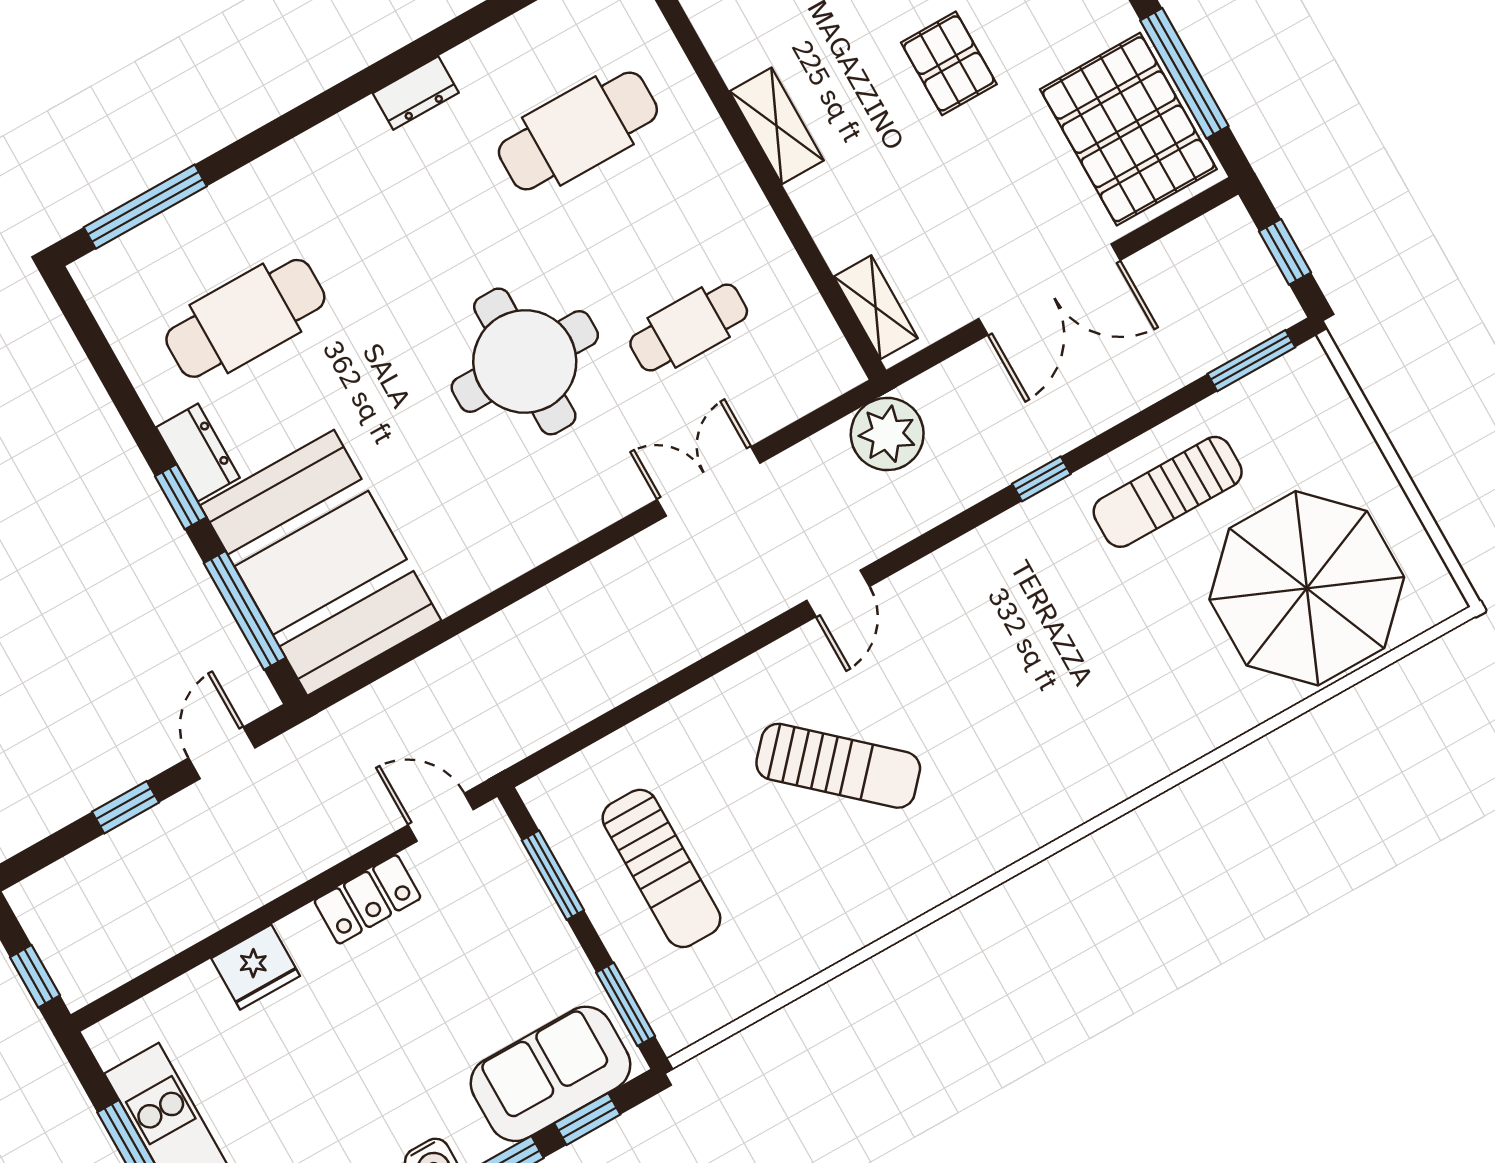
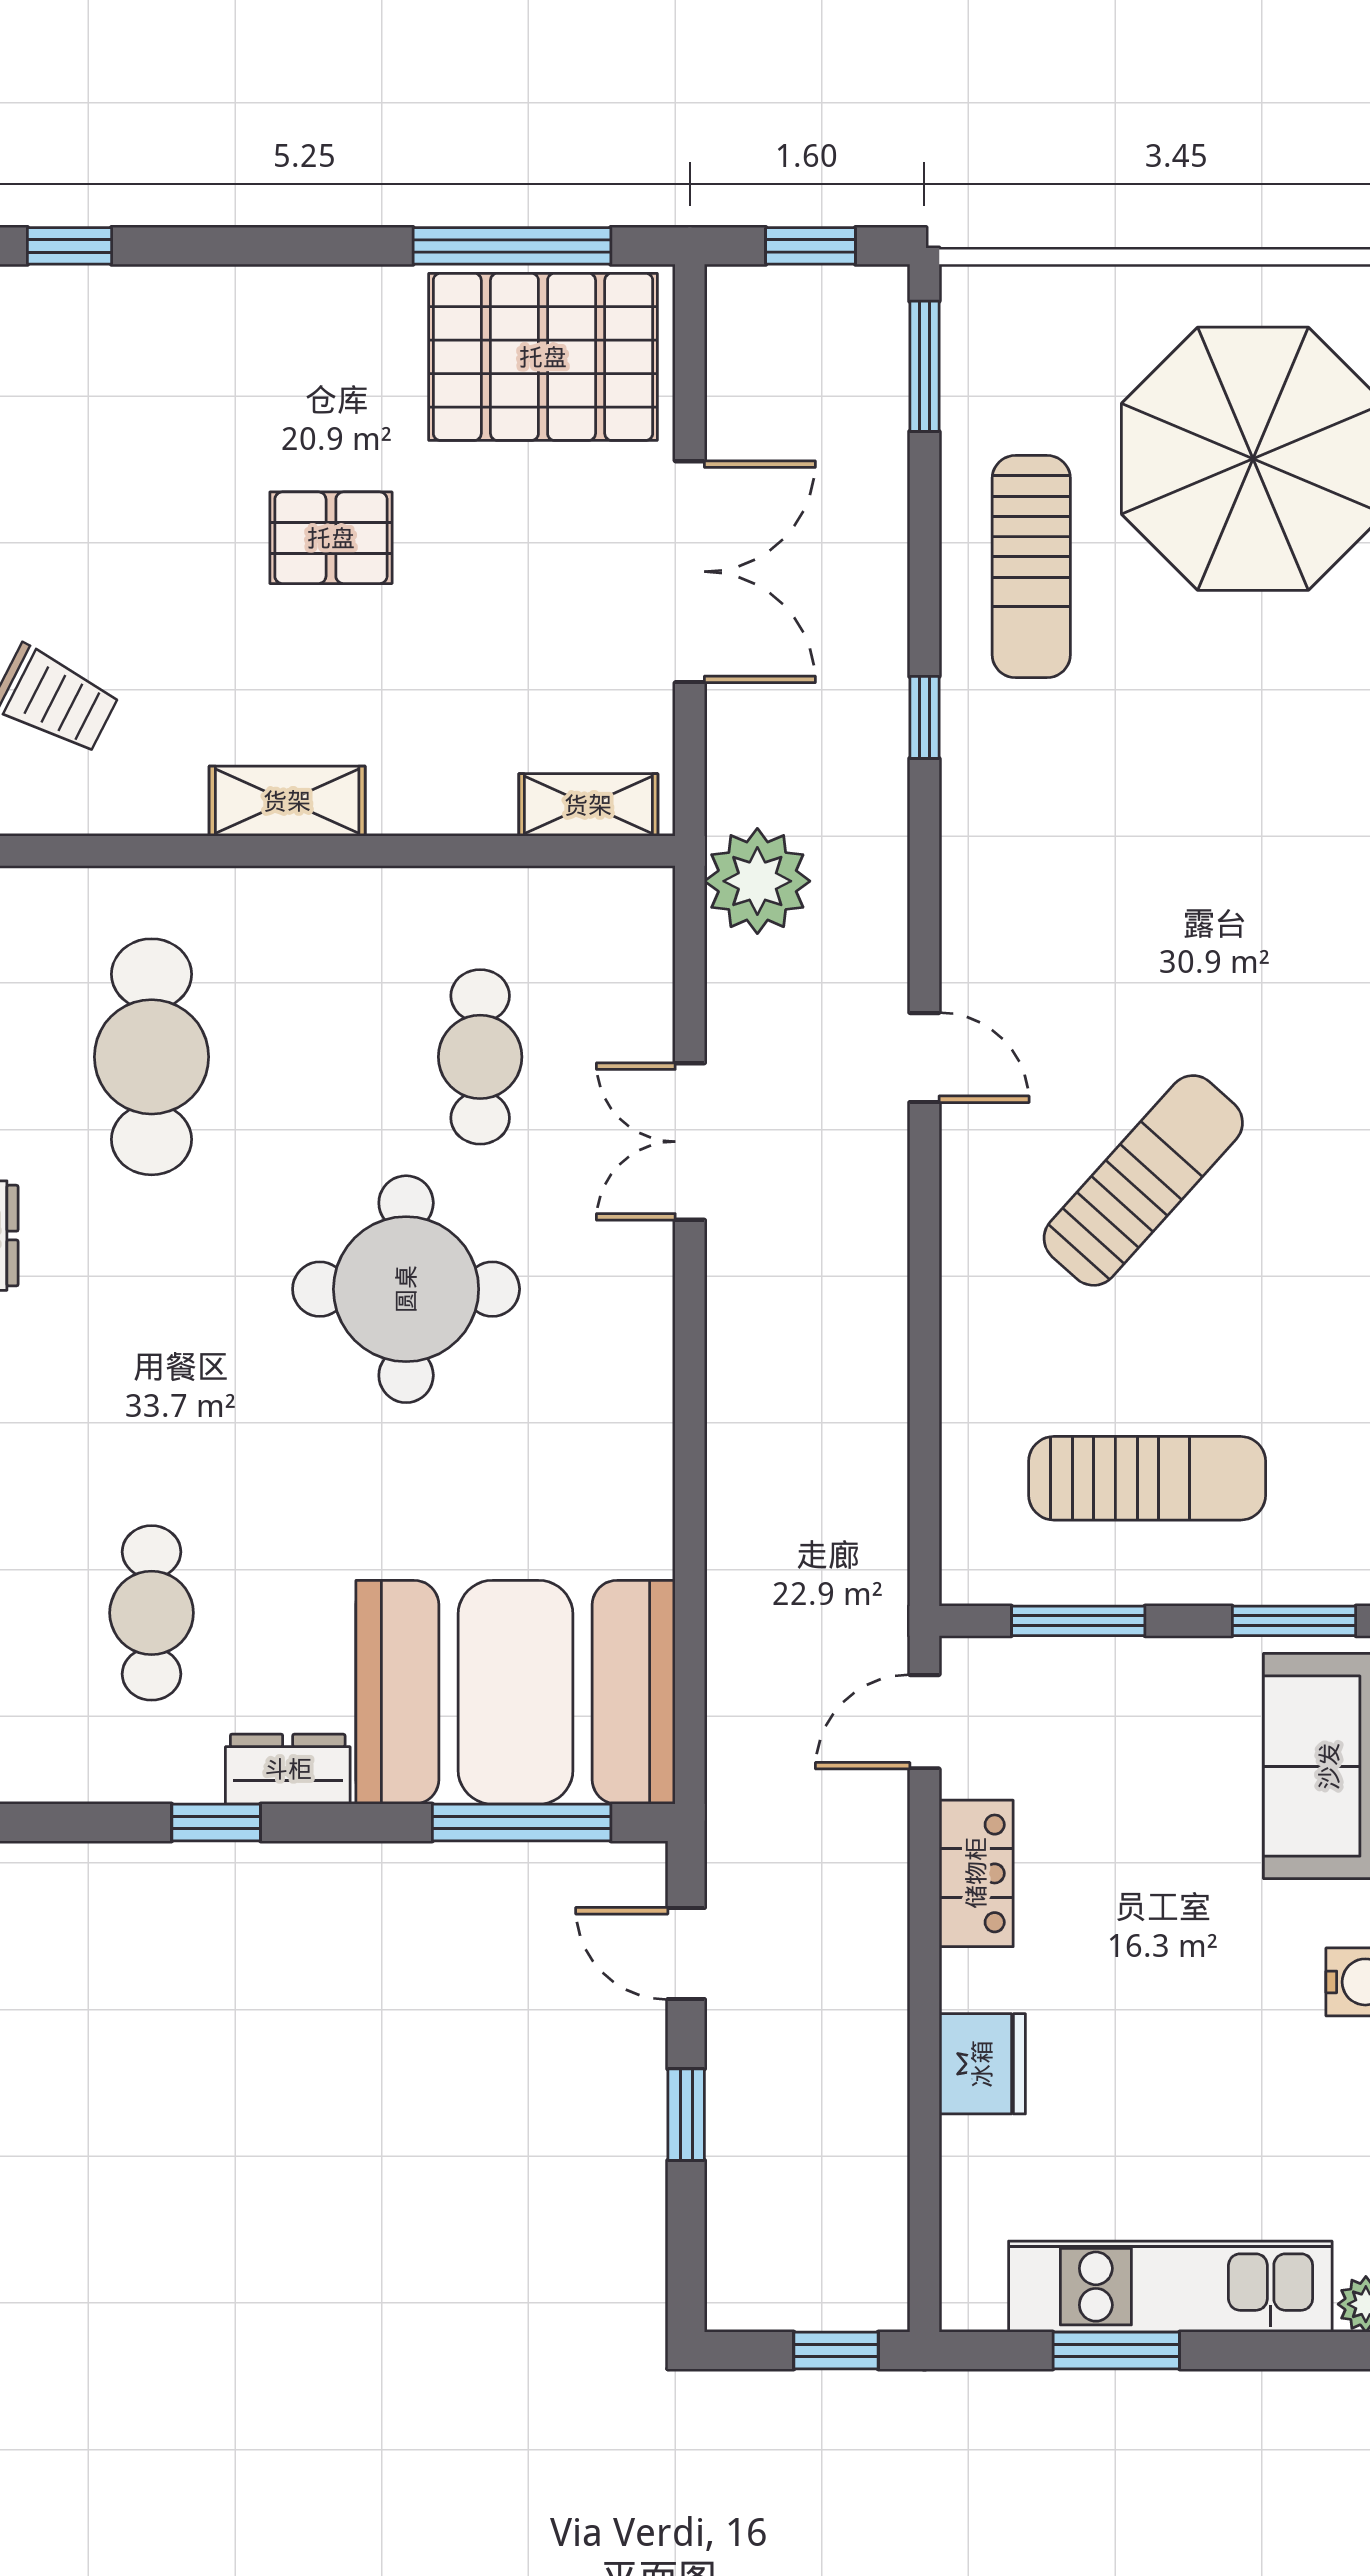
cafe table: (245, 318) -> (152, 1613), width x0.73, depth x0.74
window: (181, 497) -> (216, 1823), moved

